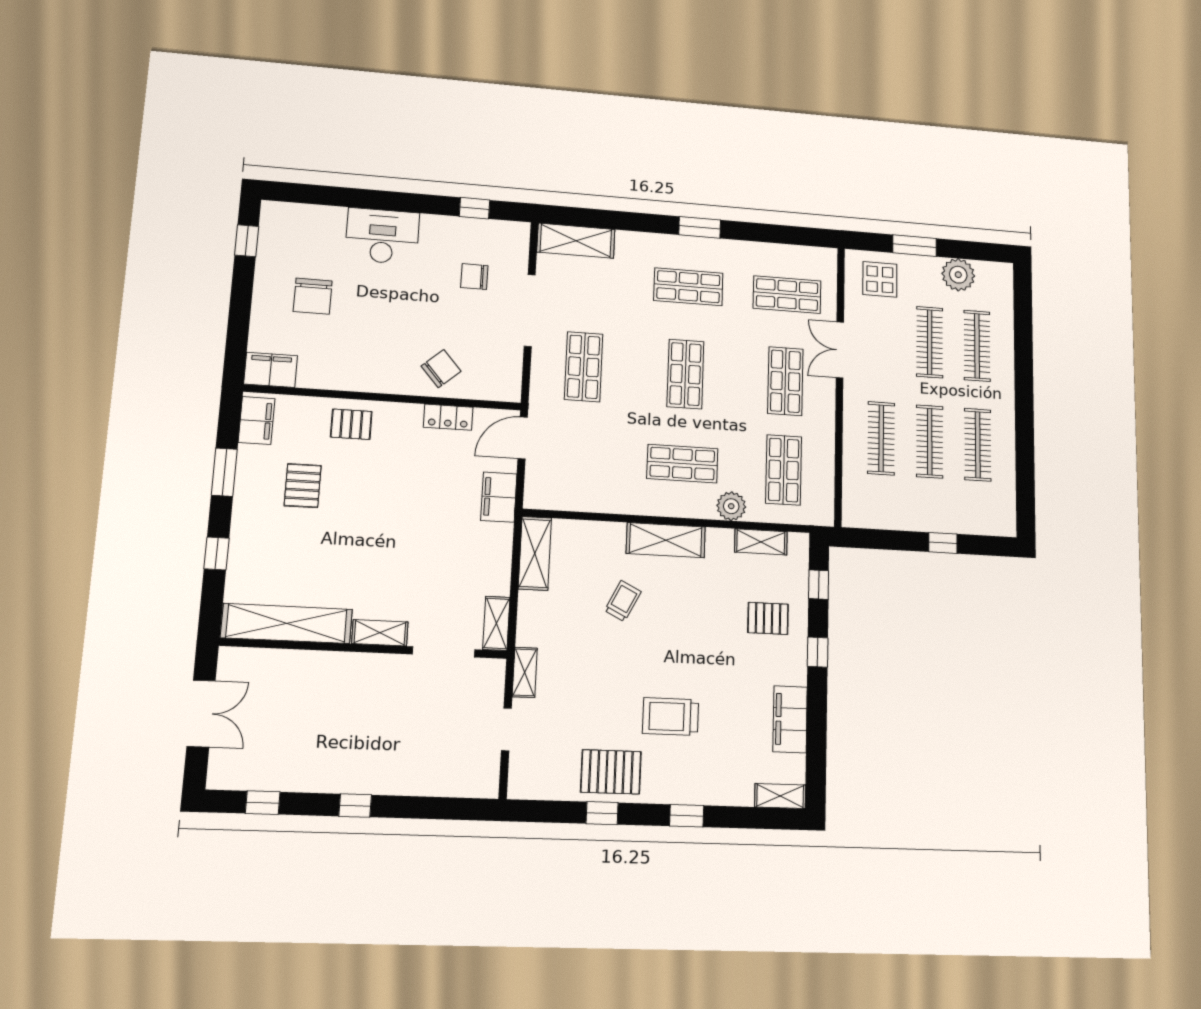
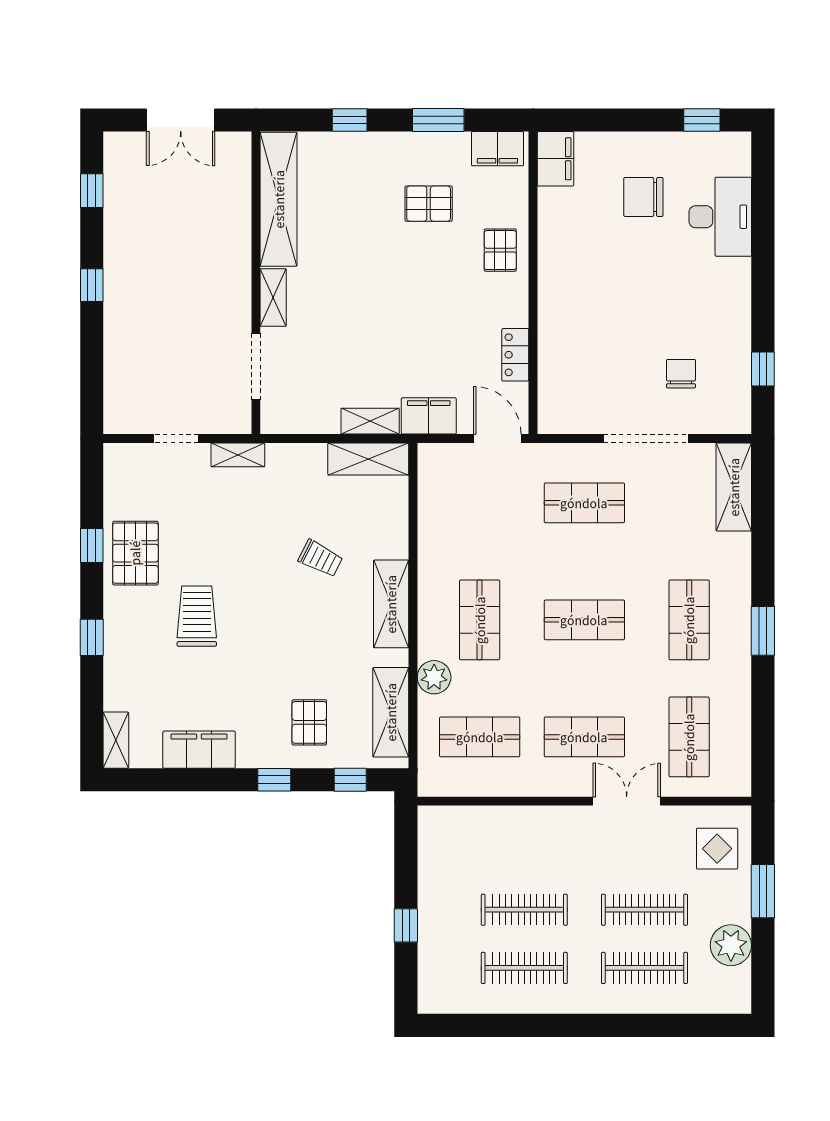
desk: (382, 236) -> (720, 217), moved
chair: (441, 369) -> (570, 343), removed
clothes rail: (881, 438) -> (524, 851), removed
shelving: (761, 542) -> (391, 712), width x1.50, depth x1.33
shelving: (496, 623) -> (370, 421), moved

